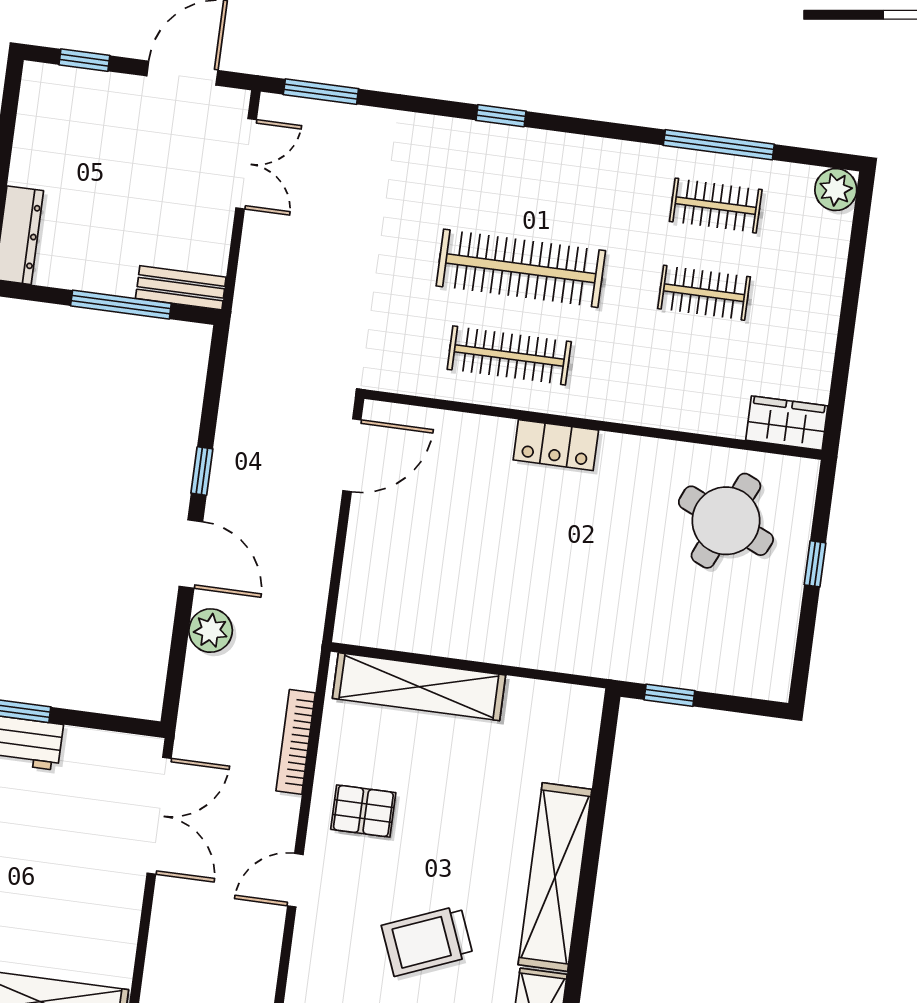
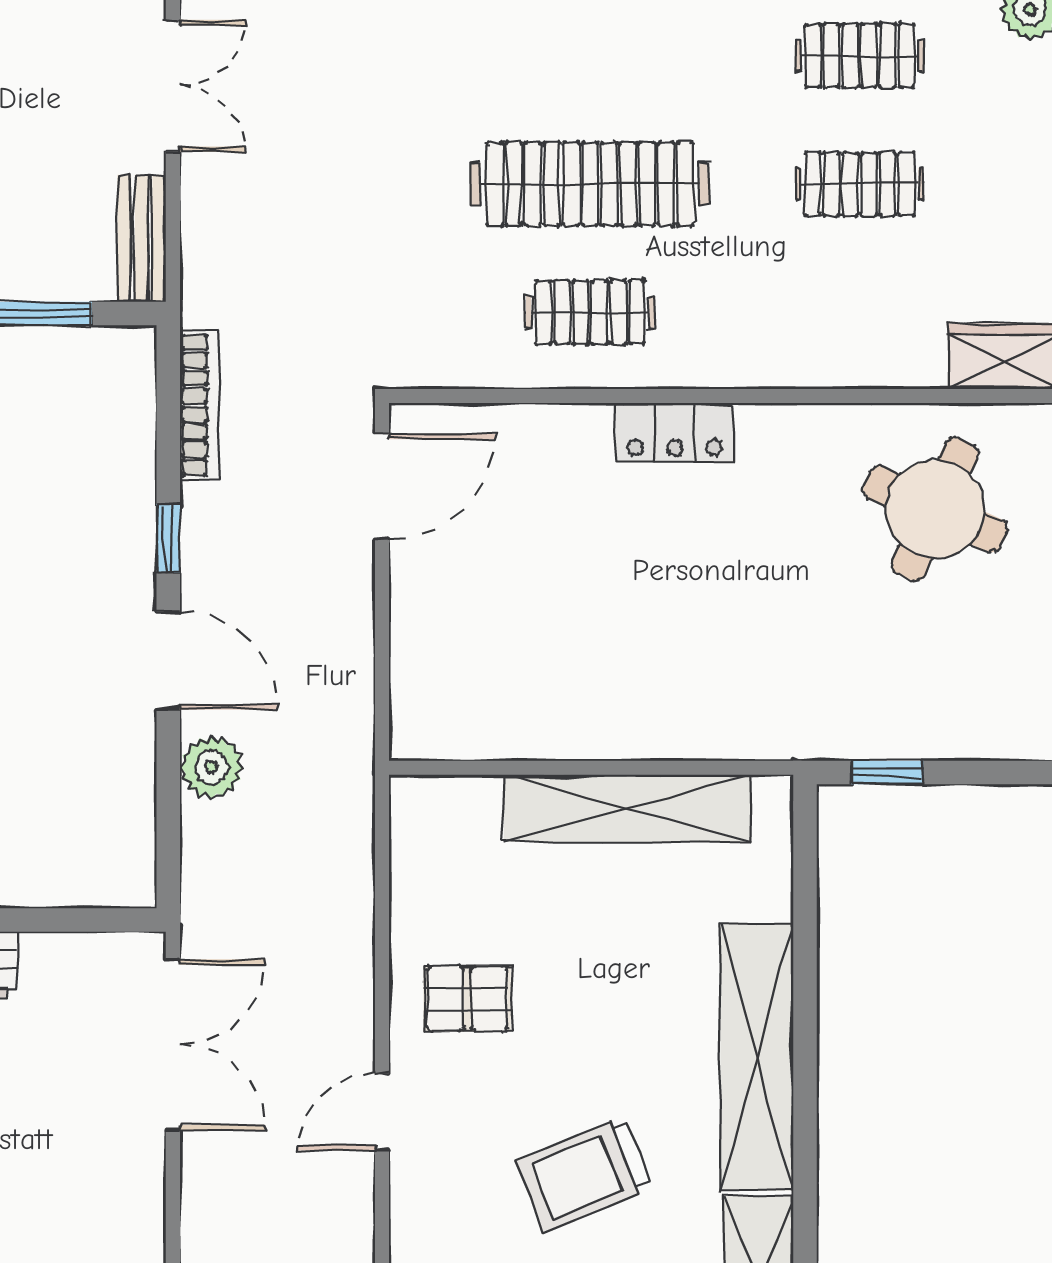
bench: (181, 288) -> (142, 238), moved, turned 90
clothes rail: (509, 355) -> (590, 312), width x0.73
shelving: (419, 687) -> (627, 808), moved
bookcase: (296, 742) -> (199, 405), moved, turned 180

